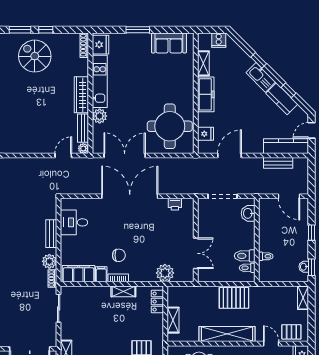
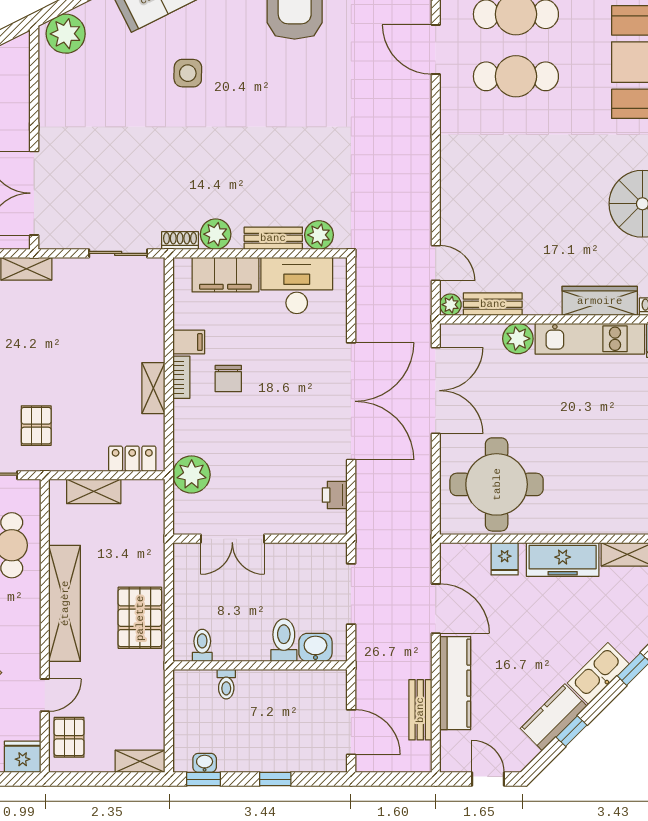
wardrobe: (81, 95) -> (600, 301), moved
fridge: (206, 134) -> (505, 559), moved
kitchen counter: (286, 146) -> (455, 683), moved
door: (289, 196) -> (351, 732), swing flipped
plant: (50, 212) -> (319, 235), added
desk: (74, 222) -> (297, 285), width x1.37
toilet: (245, 256) -> (284, 640), moved
filing cabinet: (78, 274) -> (225, 275), moved, turned 90

